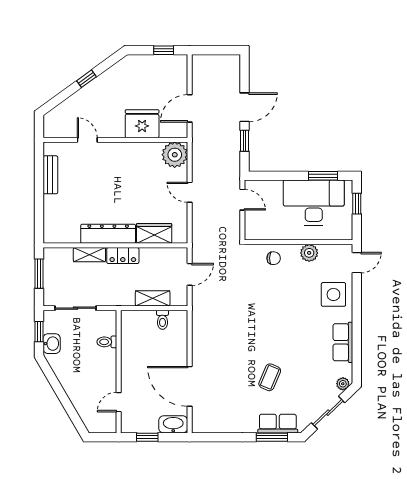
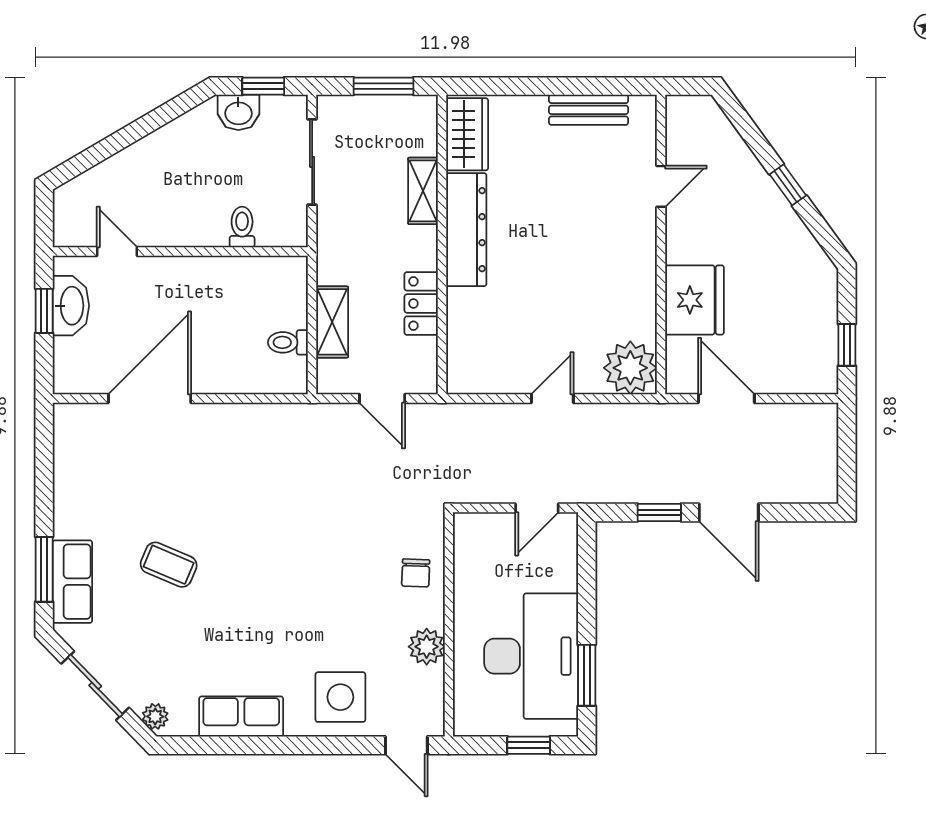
wardrobe: (154, 233) -> (467, 134), moved
locker: (123, 256) -> (421, 304), moved
washbasin: (173, 424) -> (71, 306), moved

